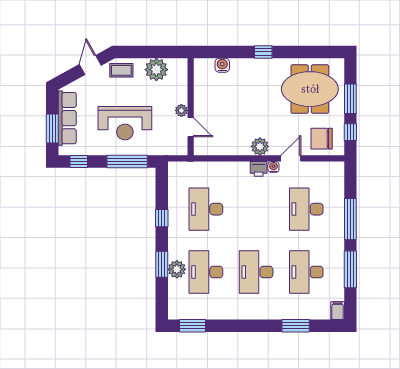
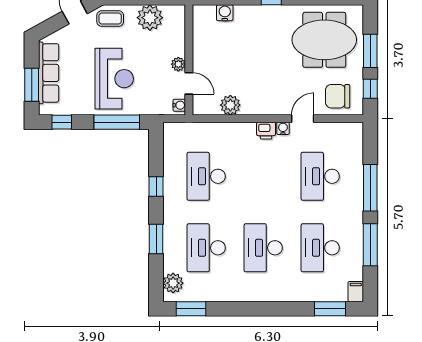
reception desk: (125, 123) -> (114, 79), turned -90
plant: (260, 146) -> (230, 105), moved
water cooler: (182, 147) -> (179, 105), added
plant: (177, 269) -> (173, 283), moved
window: (296, 326) -> (330, 309), moved

